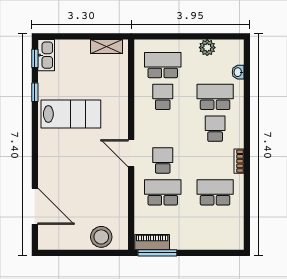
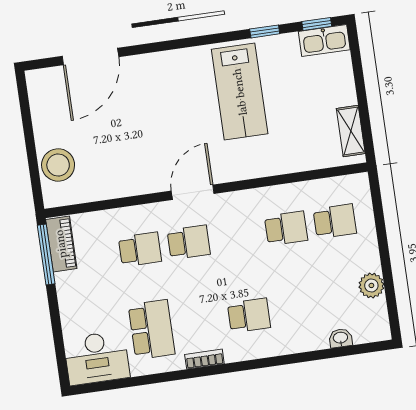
school desk: (163, 65) -> (335, 221), width x0.54
school desk: (215, 97) -> (298, 308), removed
school desk: (163, 192) -> (140, 249), width x0.54
desk: (228, 230) -> (97, 358), added

